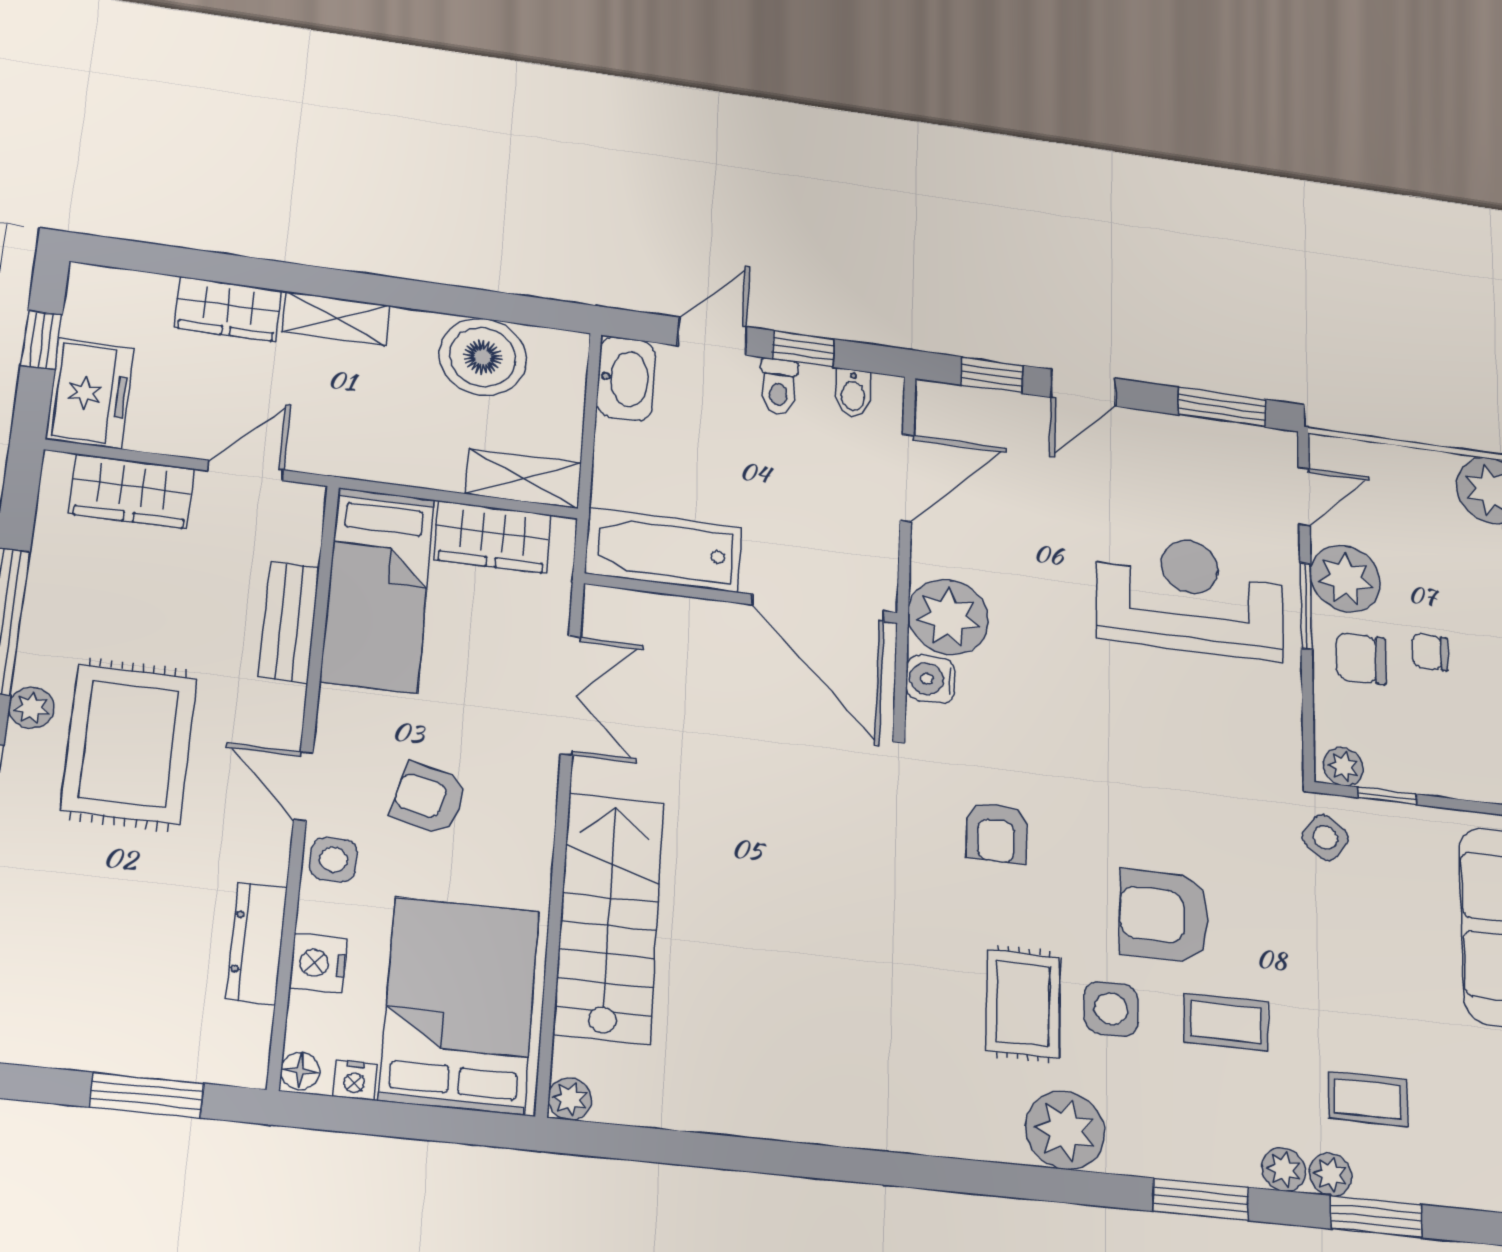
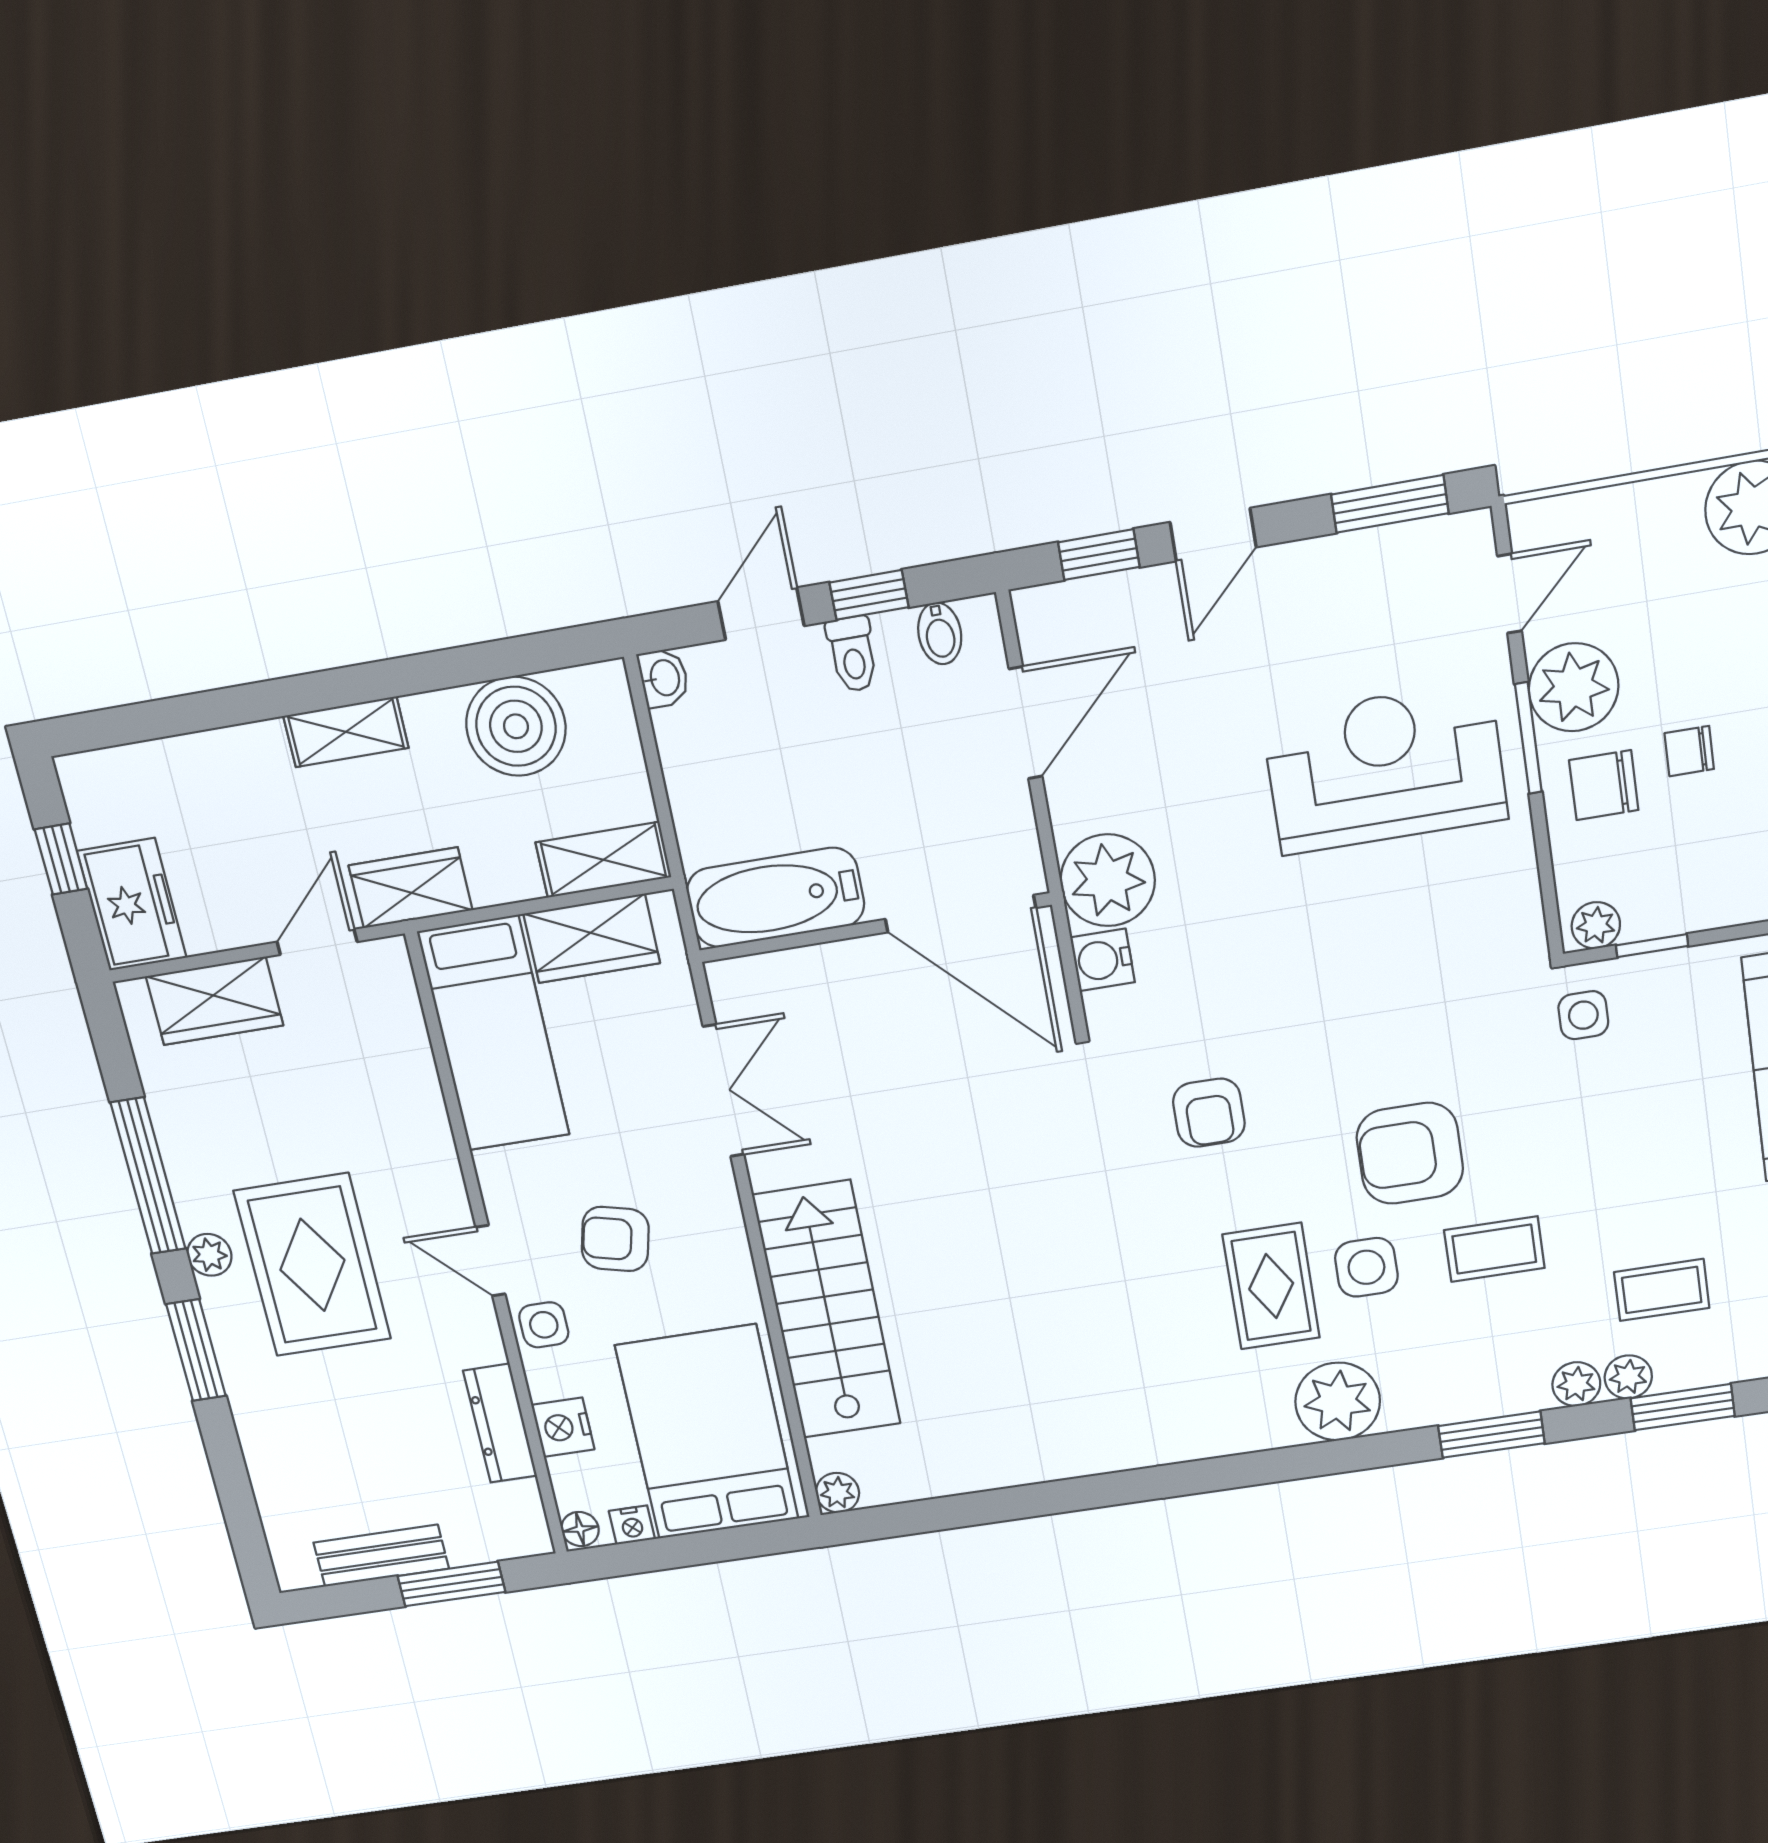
wardrobe: (228, 309) -> (411, 888), moved, turned 180
washbasin: (626, 379) -> (664, 678), width x0.52, depth x0.69
bench: (289, 622) -> (381, 1556), moved, turned 90
side table: (1325, 837) -> (1583, 1015), turned -36

